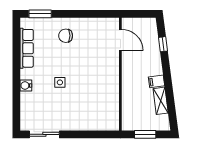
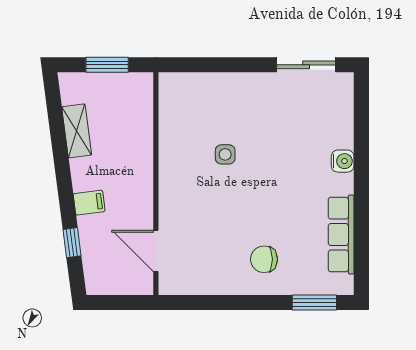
chair: (66, 36) -> (264, 259), turned 180
filing cabinet: (157, 81) -> (89, 203), moved
side table: (60, 82) -> (225, 154), moved

